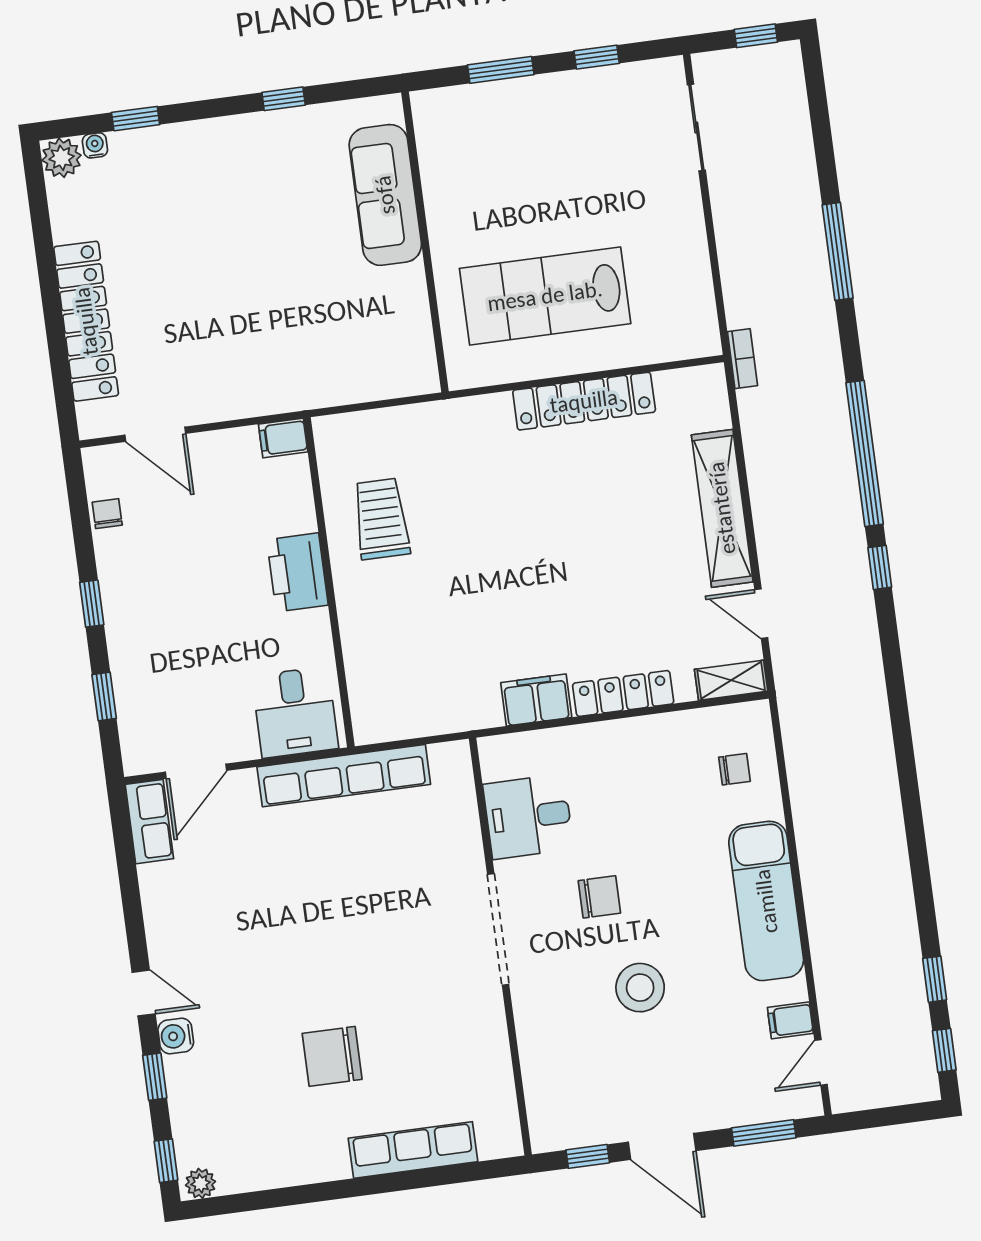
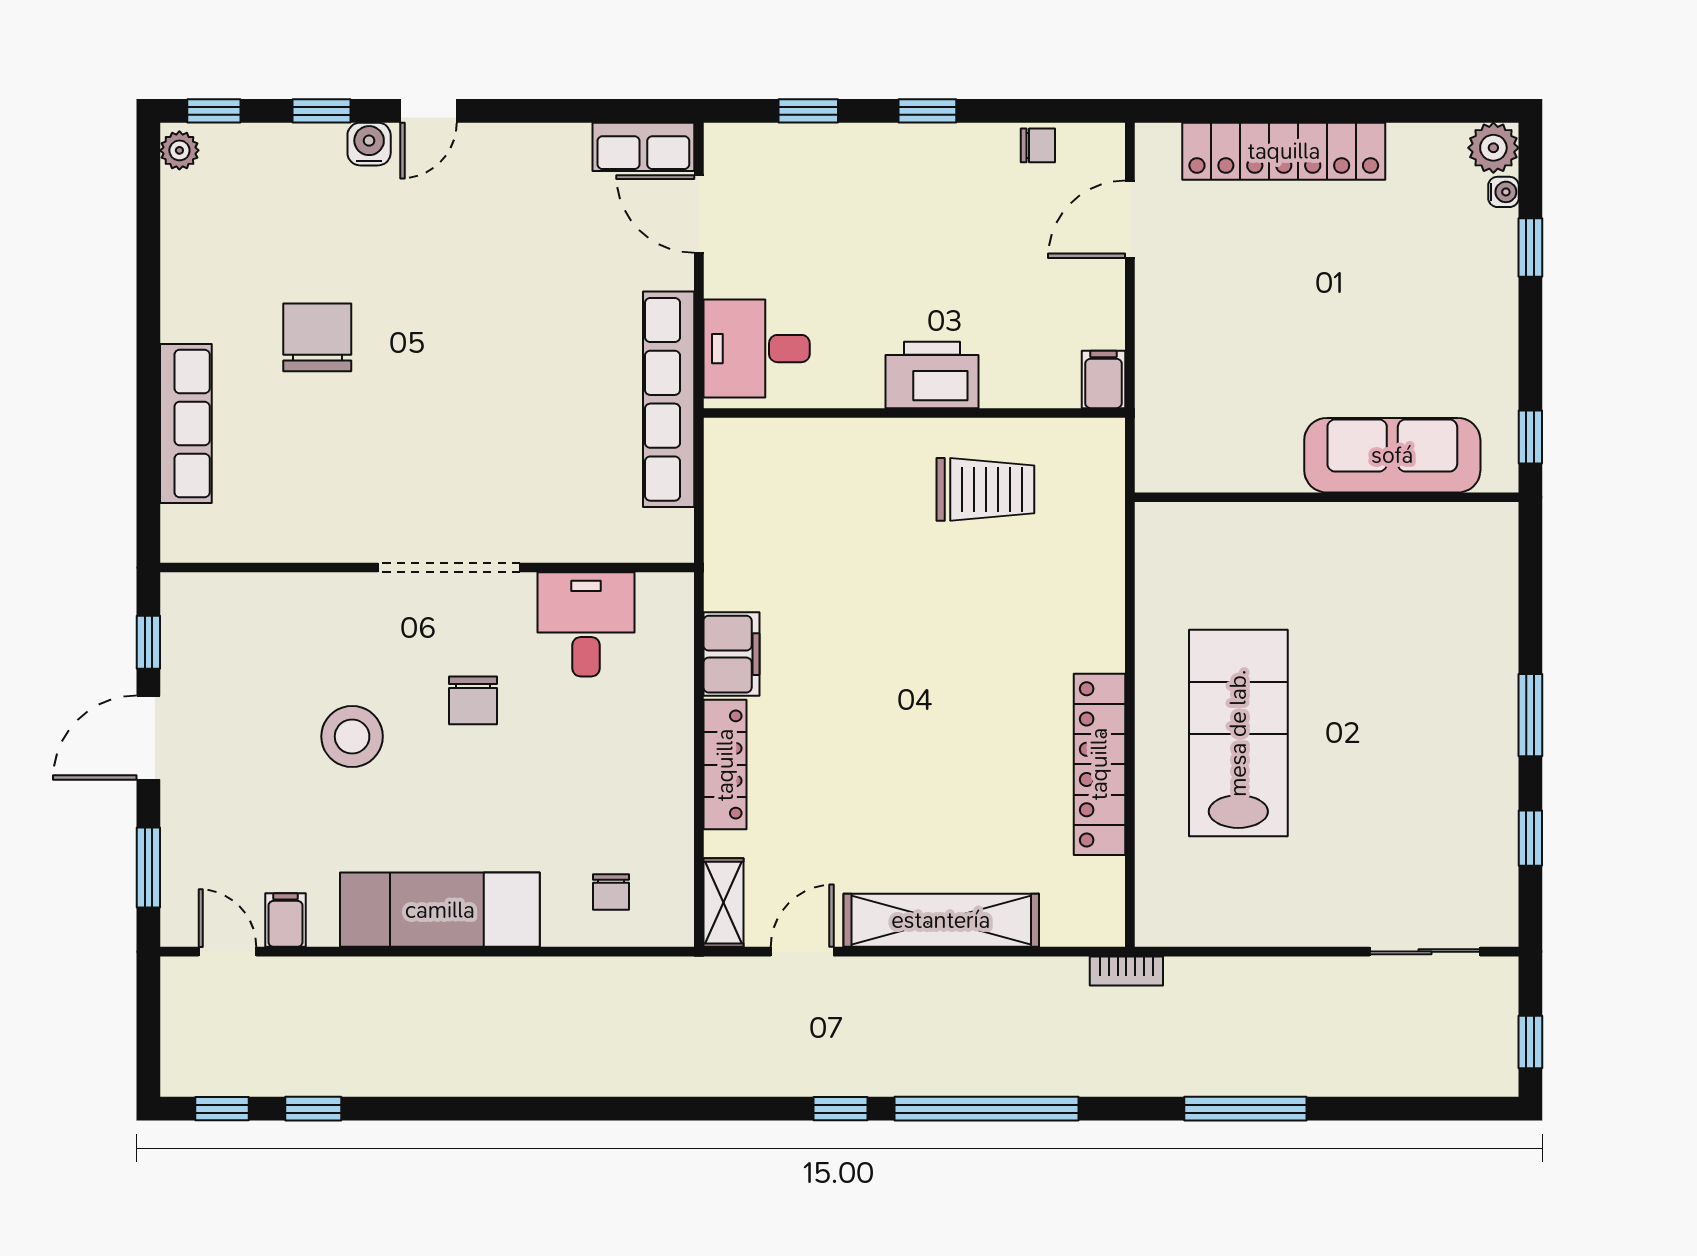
sofa: (385, 195) -> (1392, 455), moved
wall: (425, 242) -> (1327, 497), moved

